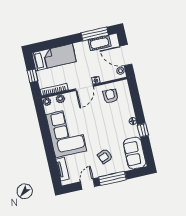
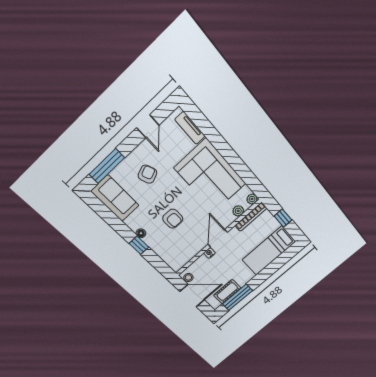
armchair: (110, 96) -> (173, 219), moved
window: (143, 130) -> (139, 245), moved
window: (112, 178) -> (107, 166), moved

